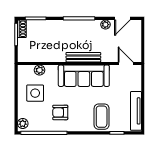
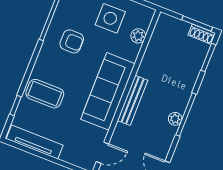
plant: (105, 25) -> (175, 119), moved
armchair: (60, 112) -> (72, 41), turned 90

